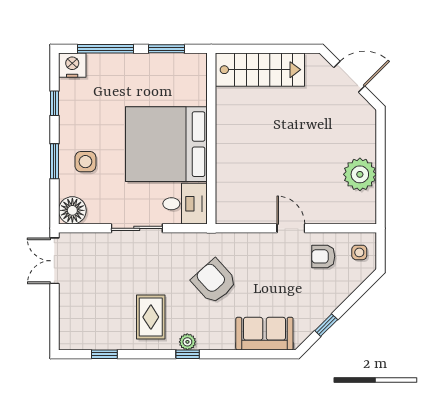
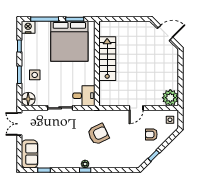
stairs: (260, 70) -> (107, 59), moved, turned -90
bed: (166, 144) -> (69, 41), moved, turned -90
plant: (360, 174) -> (170, 98), moved
door: (291, 228) -> (136, 108), swing flipped
armchair: (323, 256) -> (151, 134), moved
armchair: (214, 281) -> (98, 134), turned 107
rug: (151, 317) -> (67, 152), removed
sofa: (264, 334) -> (29, 154), moved, turned 90

